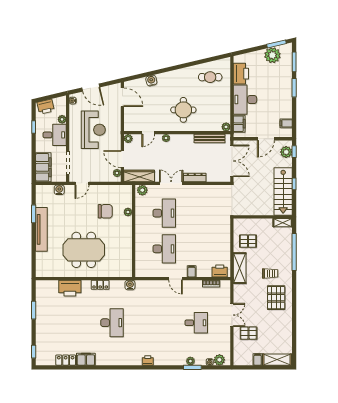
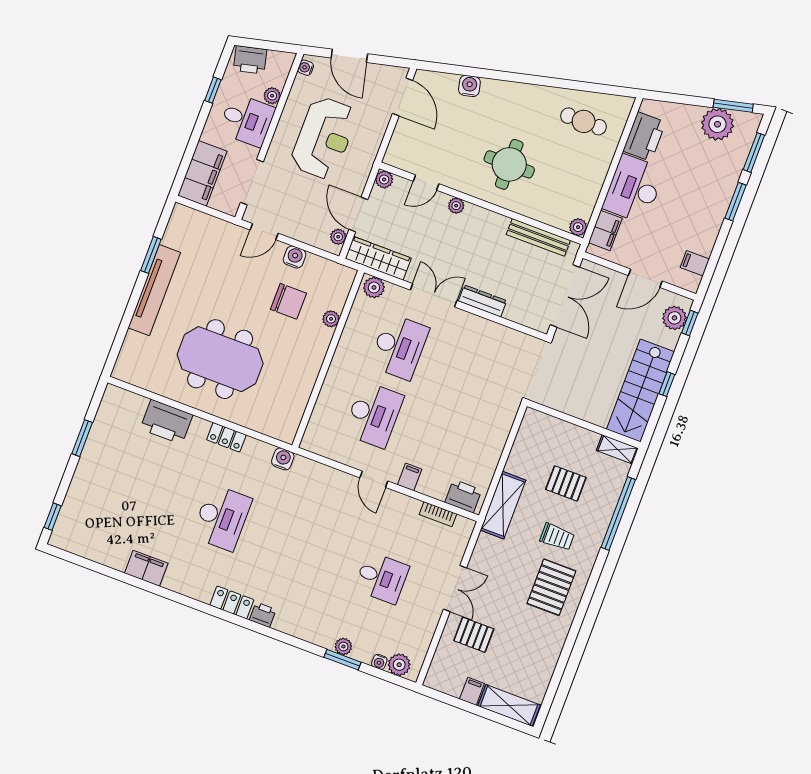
water cooler: (59, 190) -> (295, 257), moved
pallet: (248, 241) -> (566, 483), moved
locker: (66, 360) -> (232, 602), moved

